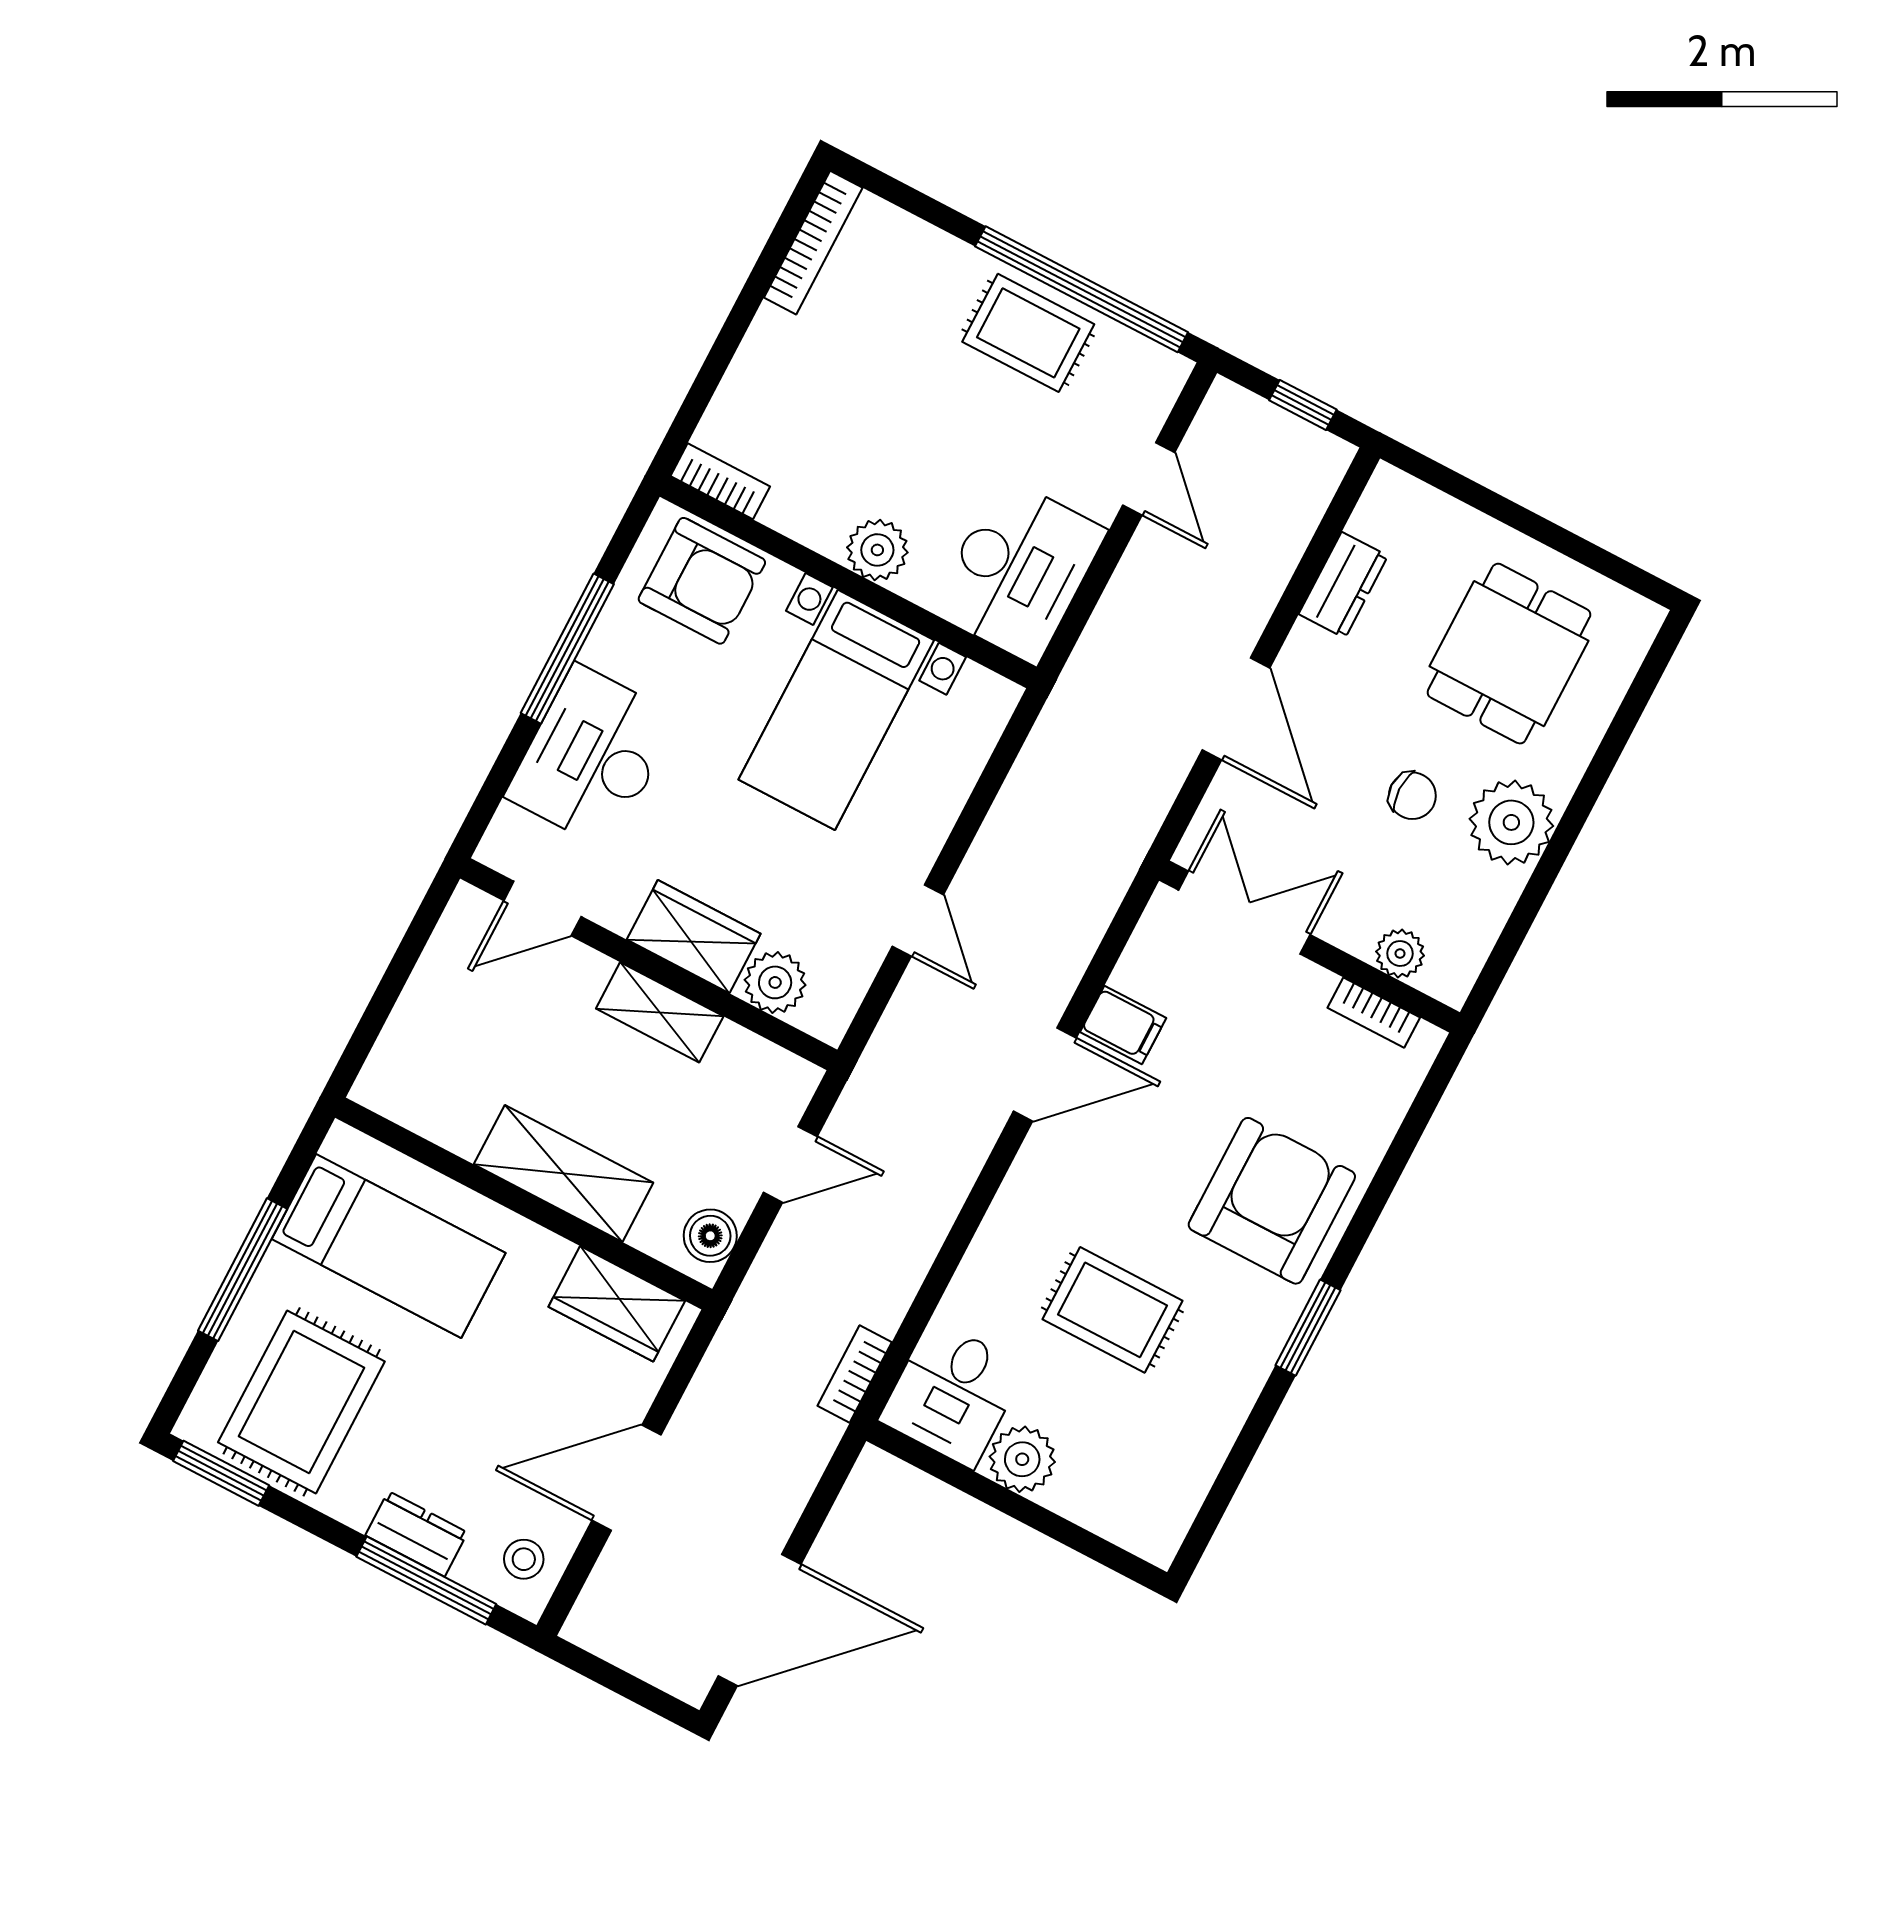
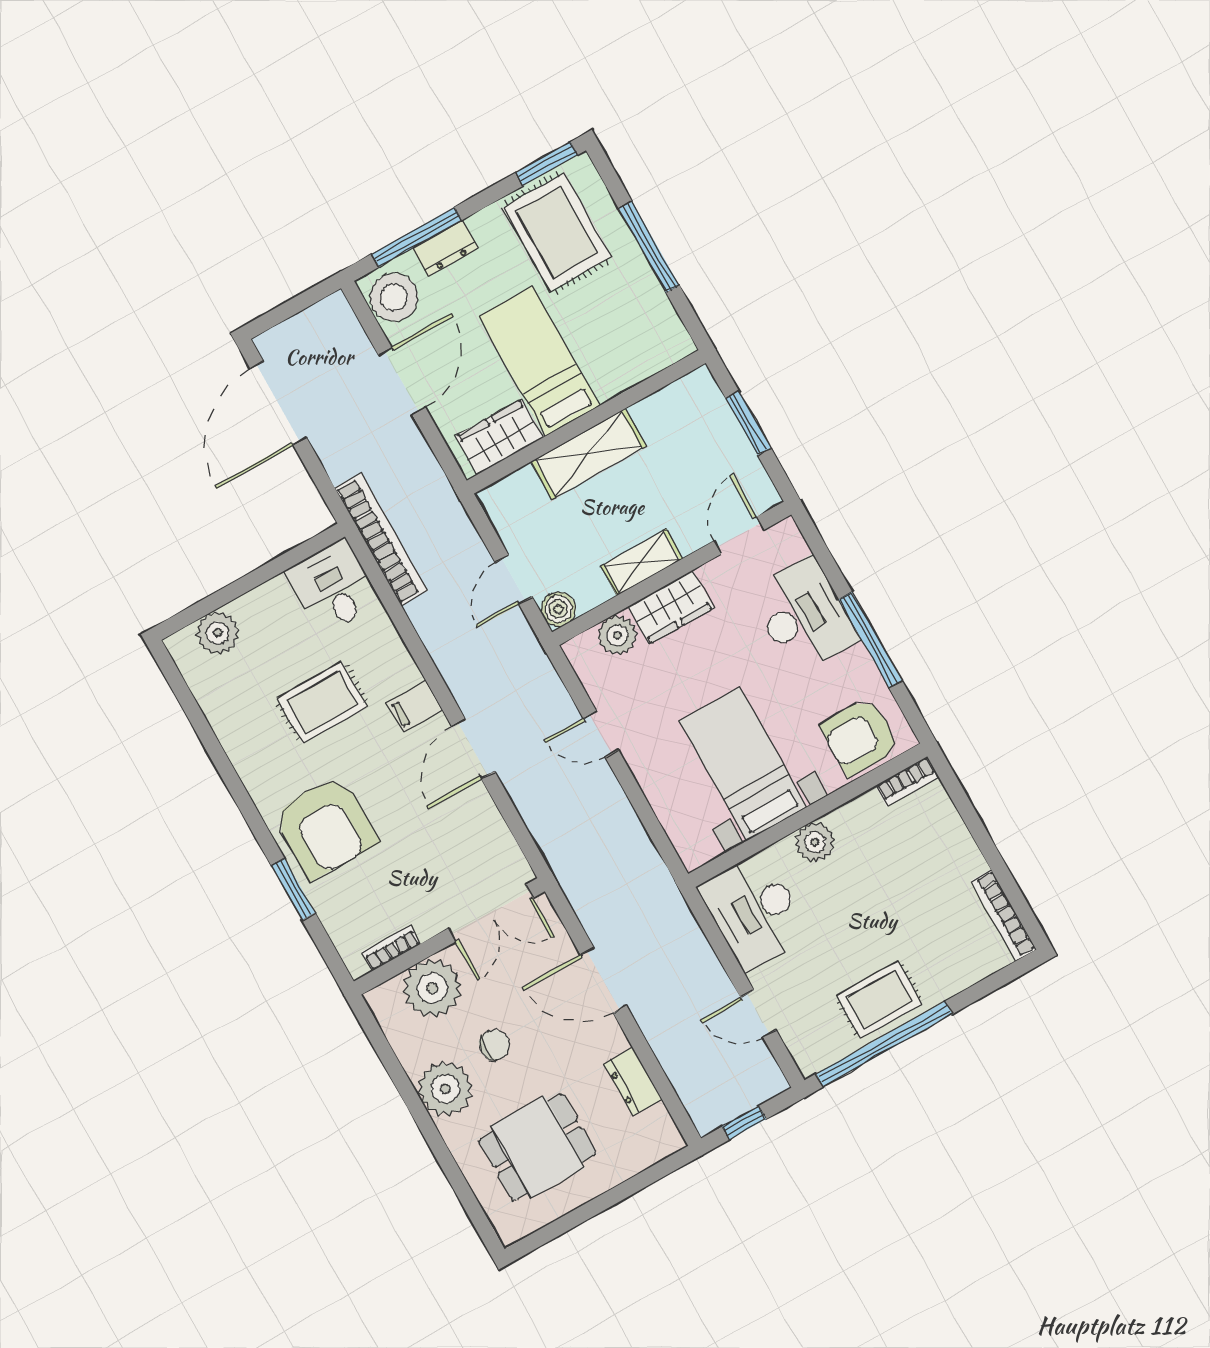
dining table: (1509, 654) -> (538, 1147), turned 90
chair: (1412, 796) -> (495, 1045), turned 180
plant: (1400, 954) -> (432, 988), width x1.87, depth x1.87
window: (388, 992) -> (748, 423), added
filing cabinet: (1123, 1025) -> (415, 706), moved
boiler: (710, 1236) -> (558, 609), moved
bed: (389, 1246) -> (539, 361), moved, turned 90
window: (1308, 1328) -> (293, 889), moved
bookcase: (855, 1374) -> (381, 539), width x2.31, depth x1.31
plant: (1022, 1459) -> (218, 633), moved
stool: (524, 1559) -> (394, 297), width x1.89, depth x1.89

